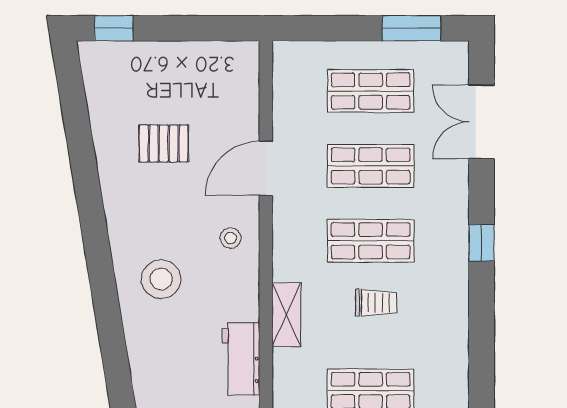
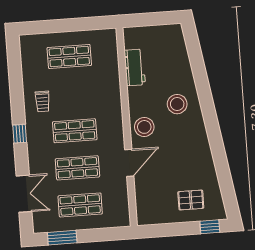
pallet: (164, 143) -> (191, 200), moved
stool: (231, 238) -> (144, 127), width x1.89, depth x1.89
trolley: (376, 303) -> (43, 101), moved, turned -90
shelving: (286, 315) -> (114, 91), removed

